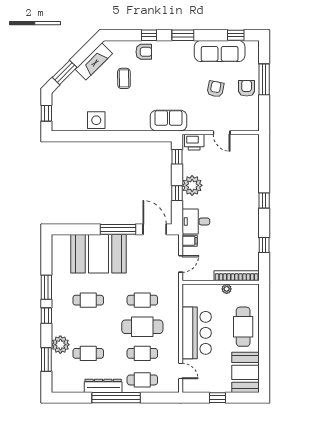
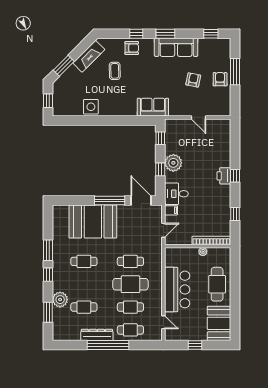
sofa: (220, 51) -> (176, 47), moved
printer: (194, 142) -> (224, 176), moved, turned 90

